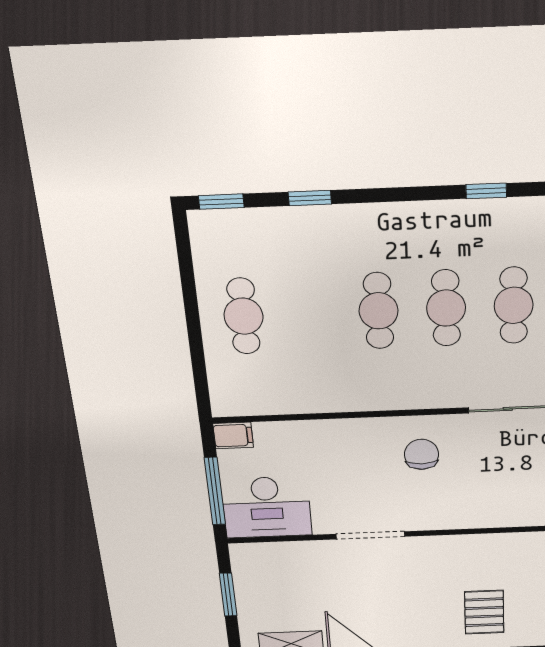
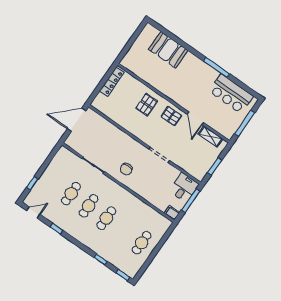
desk: (266, 507) -> (184, 188), width x0.73
pallet: (410, 626) -> (171, 116), added

